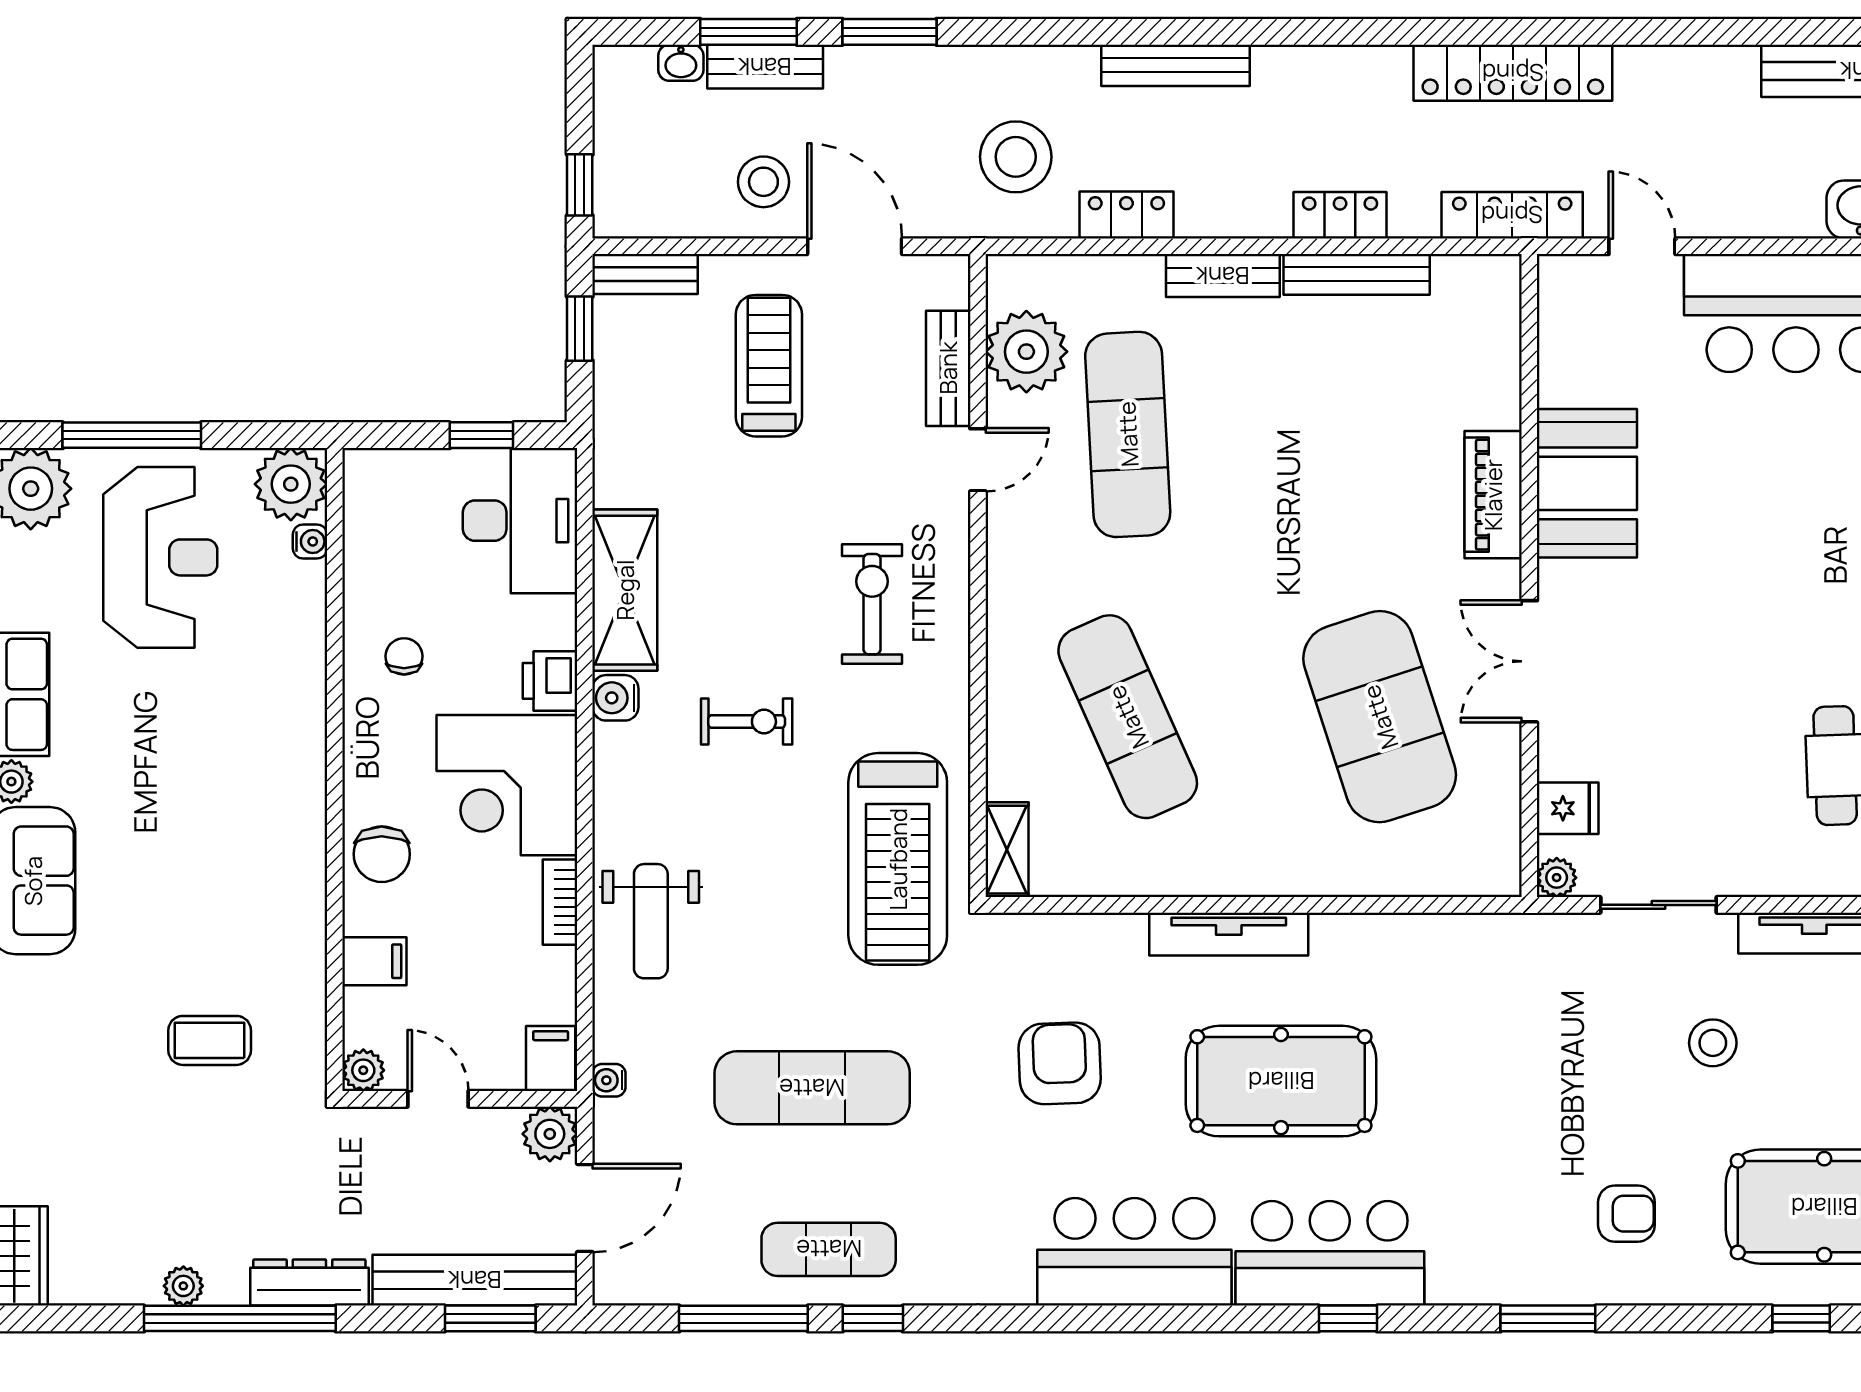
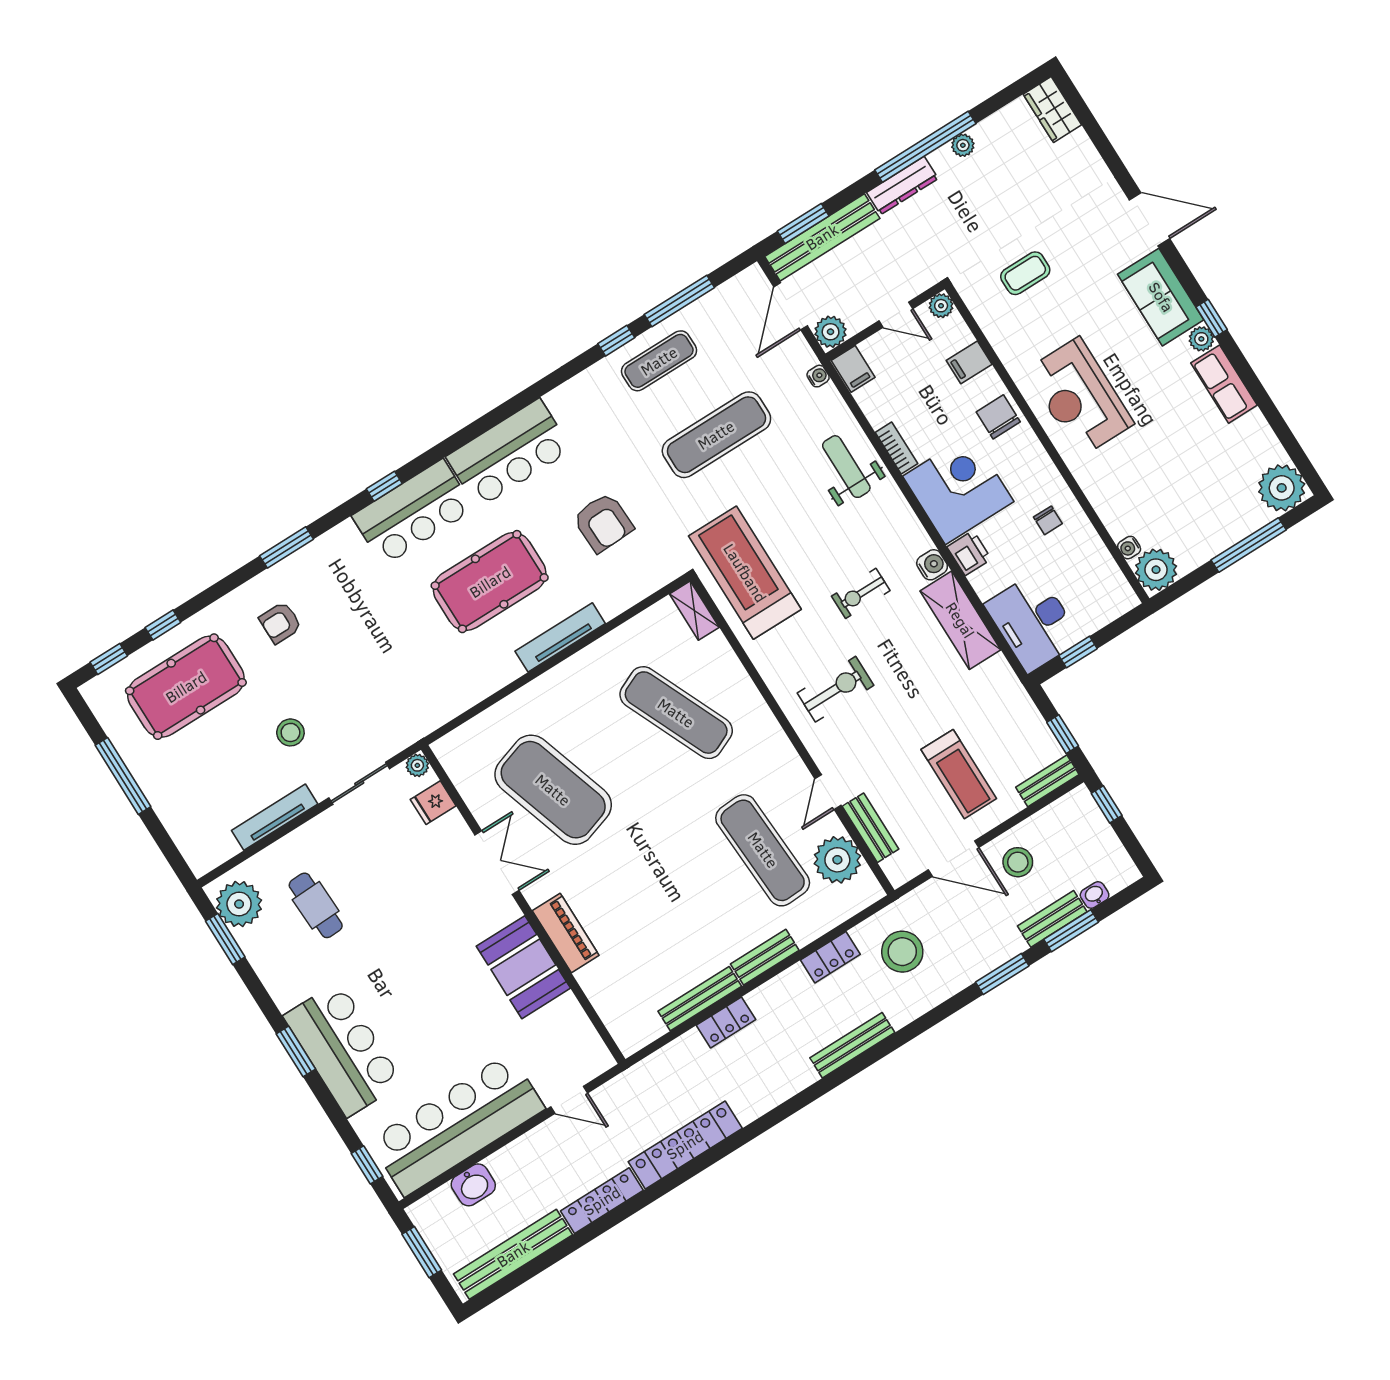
locker: (1512, 215) -> (602, 1201), moved, turned 180
reception desk: (160, 557) -> (1080, 397), moved
exercise bike: (872, 604) -> (835, 689), turned -90

